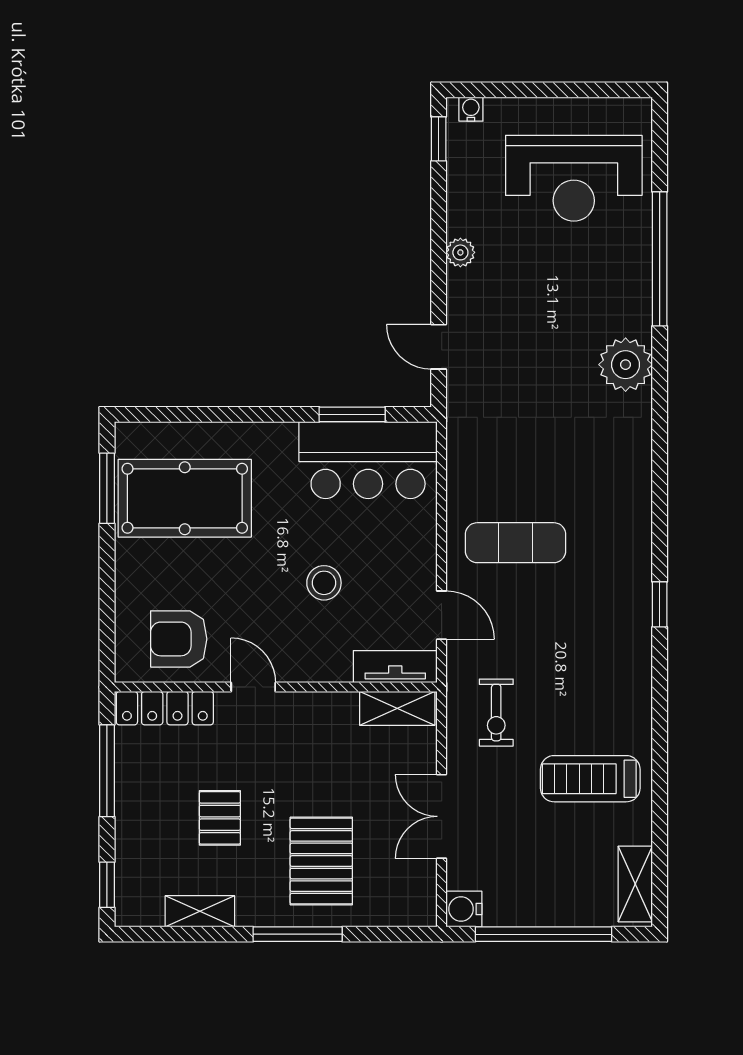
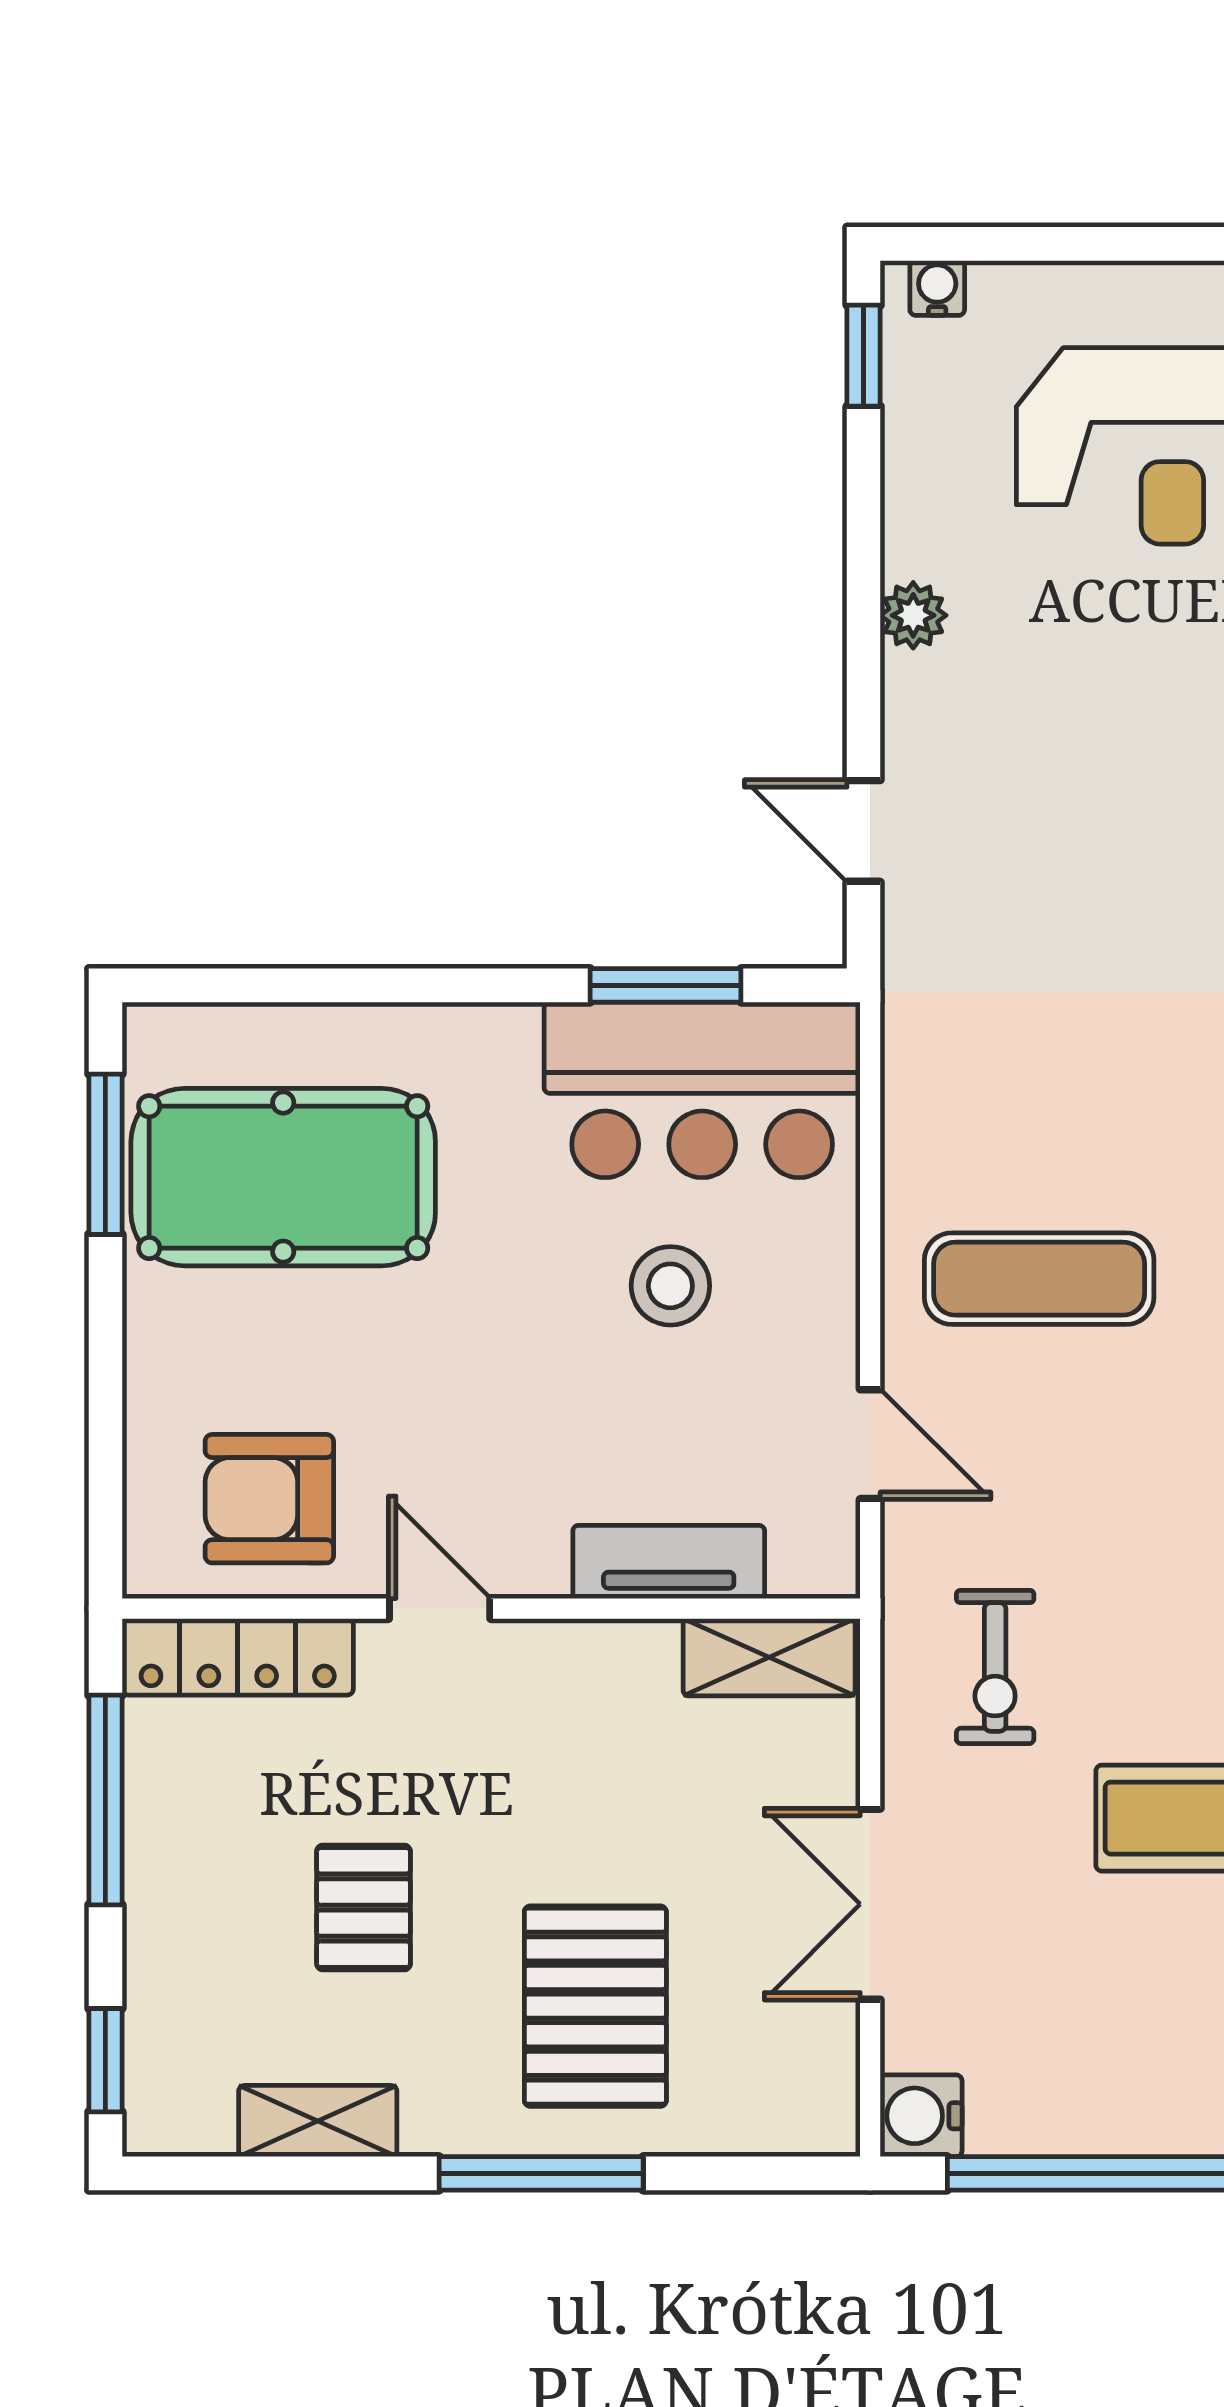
stool: (324, 583) -> (670, 1286), moved
tv unit: (395, 667) -> (669, 1562), moved

